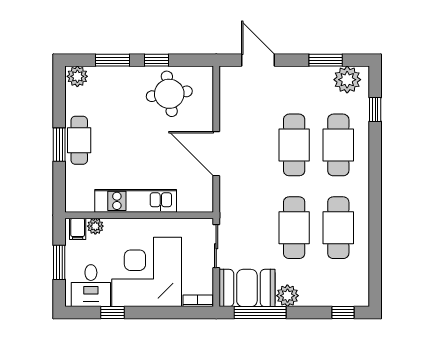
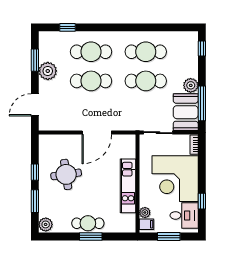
plant: (347, 80) -> (48, 71), moved
round table: (169, 94) -> (66, 174), moved

